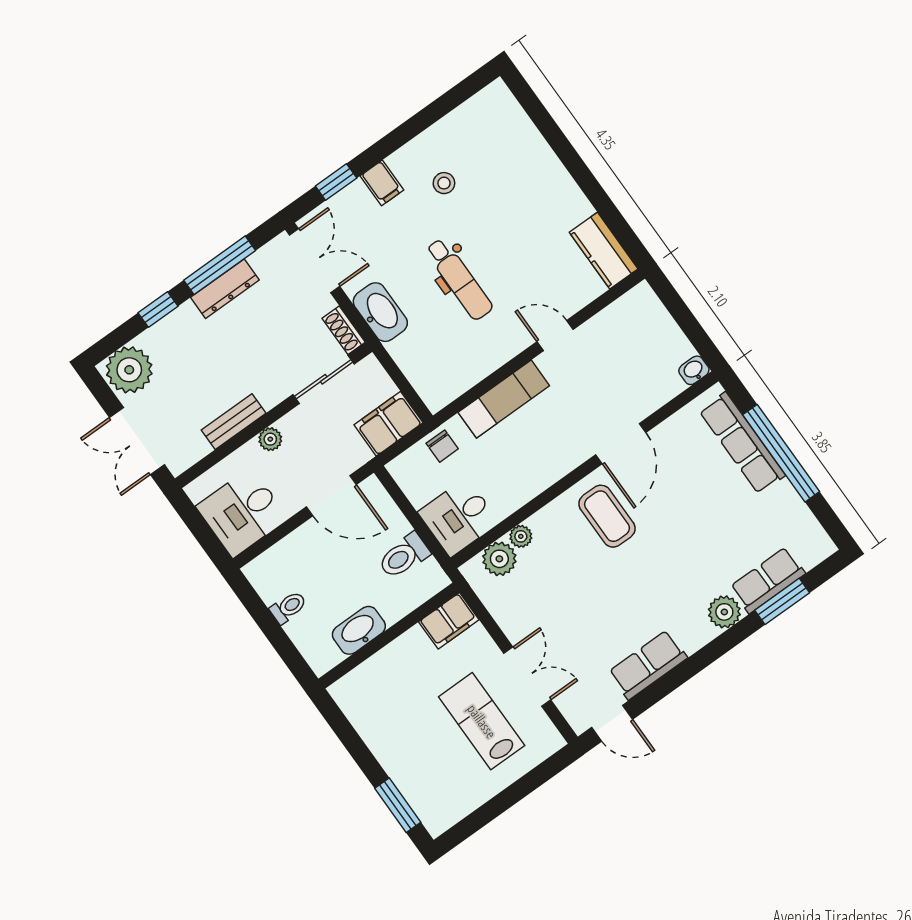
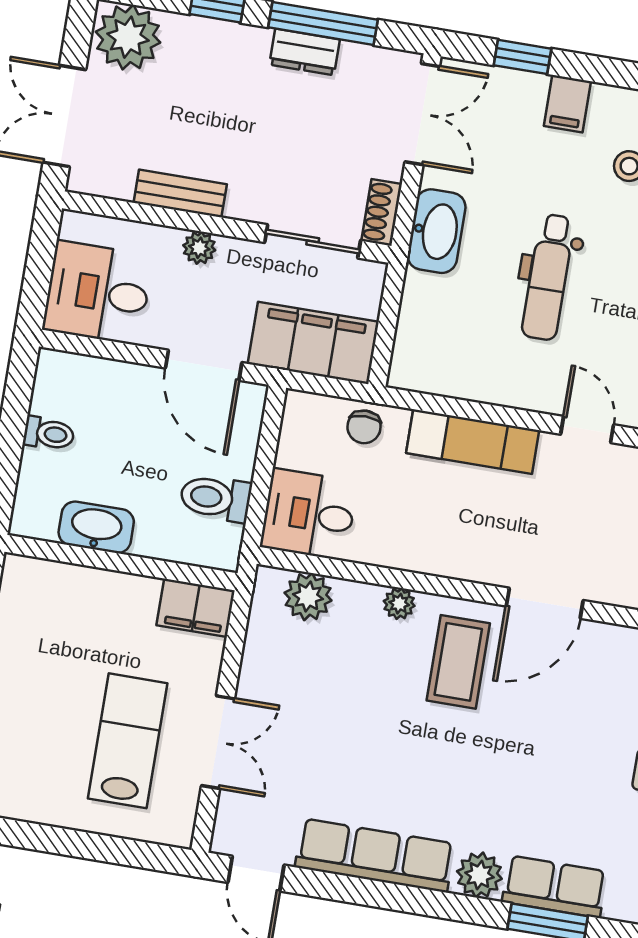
dresser: (225, 289) -> (305, 52), width x0.70
filing cabinet: (388, 424) -> (313, 343), width x1.50, depth x1.17
plant: (521, 536) -> (399, 604), moved
row of seats: (648, 665) -> (375, 855), width x1.48

